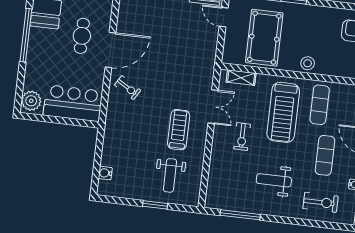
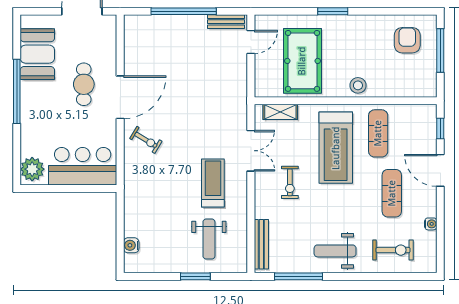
door: (224, 17) -> (251, 42), swing flipped
weight bench: (274, 180) -> (335, 251), moved
bench: (213, 185) -> (261, 244), added

